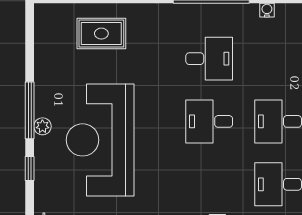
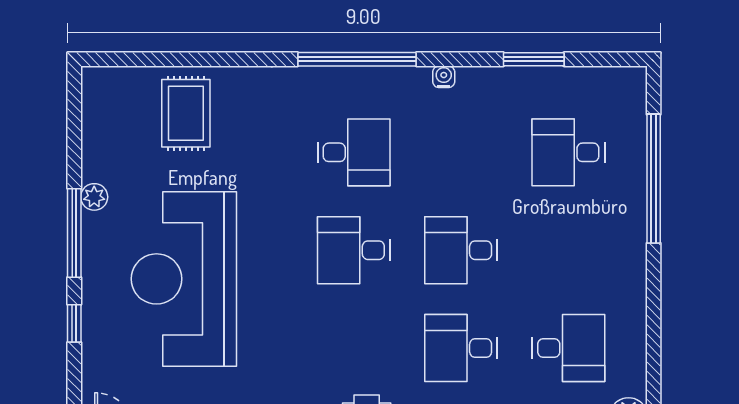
rug: (101, 34) -> (186, 113), turned 90
plant: (42, 126) -> (94, 197), moved

